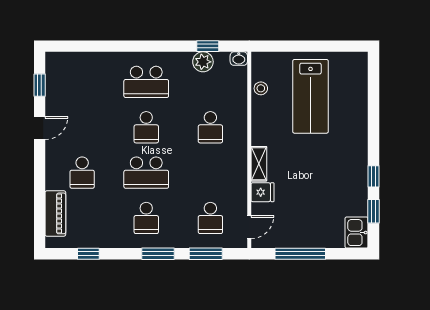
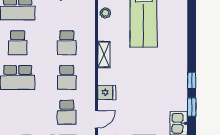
shelving: (259, 164) -> (104, 54), moved
school desk: (146, 218) -> (67, 77), moved

